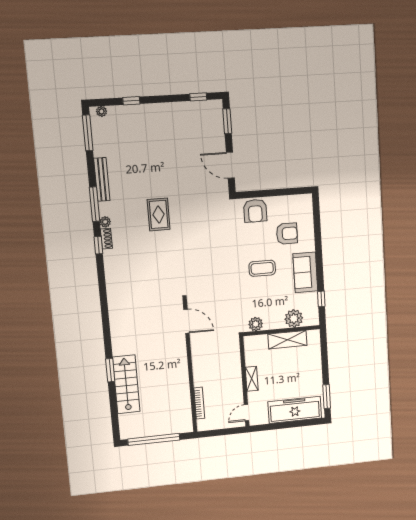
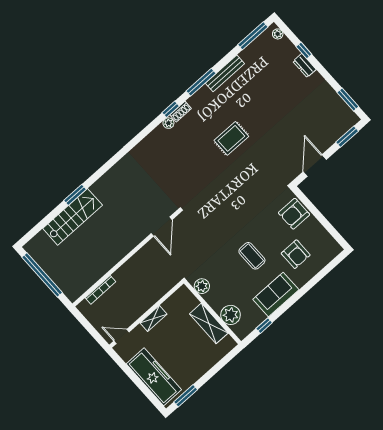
window: (198, 97) -> (348, 99), width x1.50
dresser: (144, 110) -> (305, 65), added
plant: (105, 222) -> (168, 123), moved

